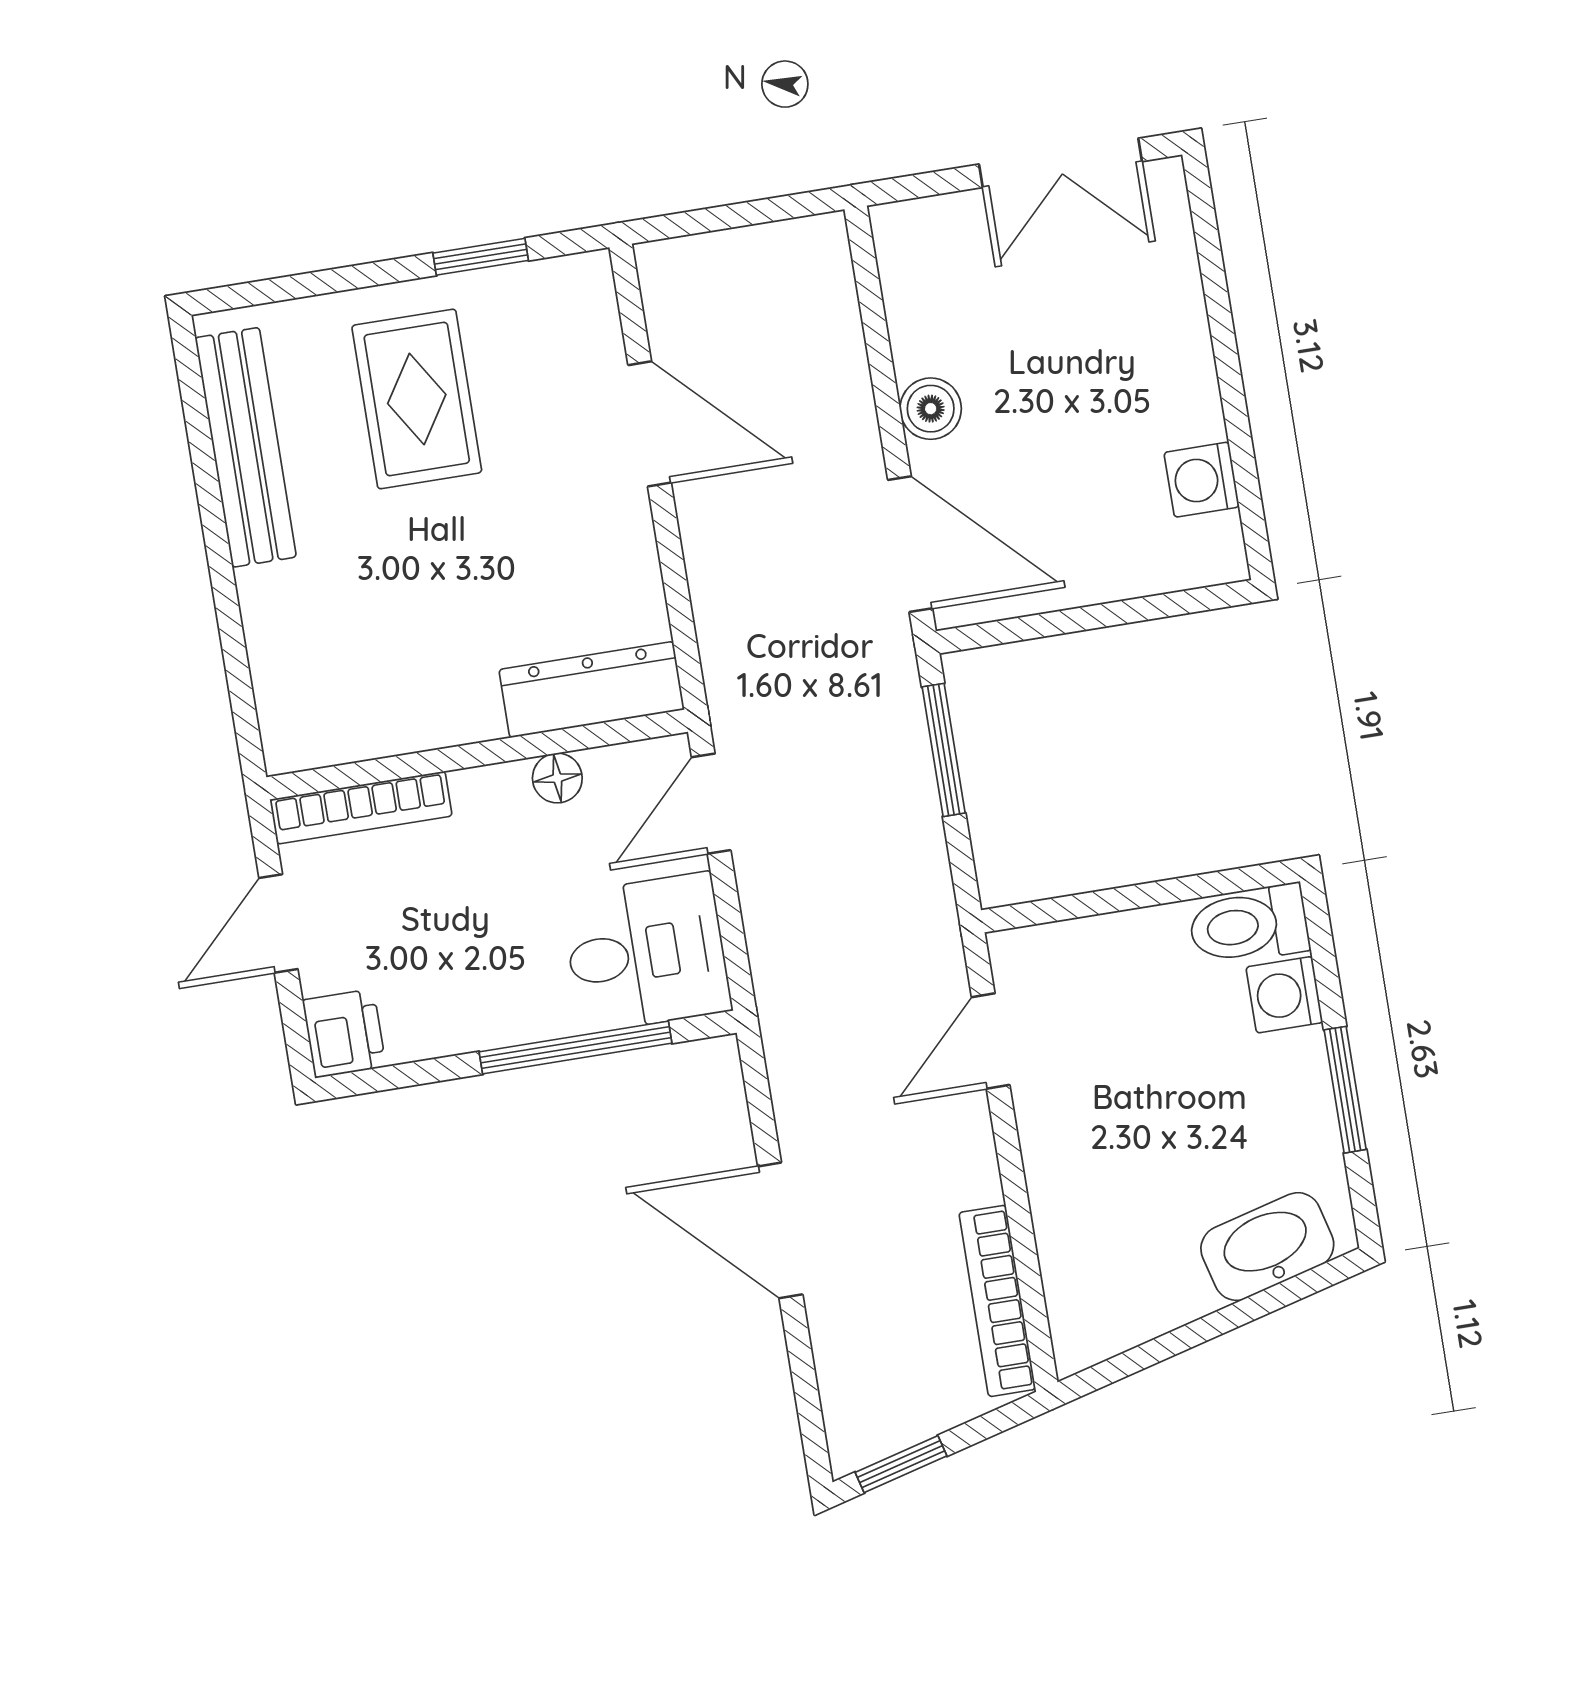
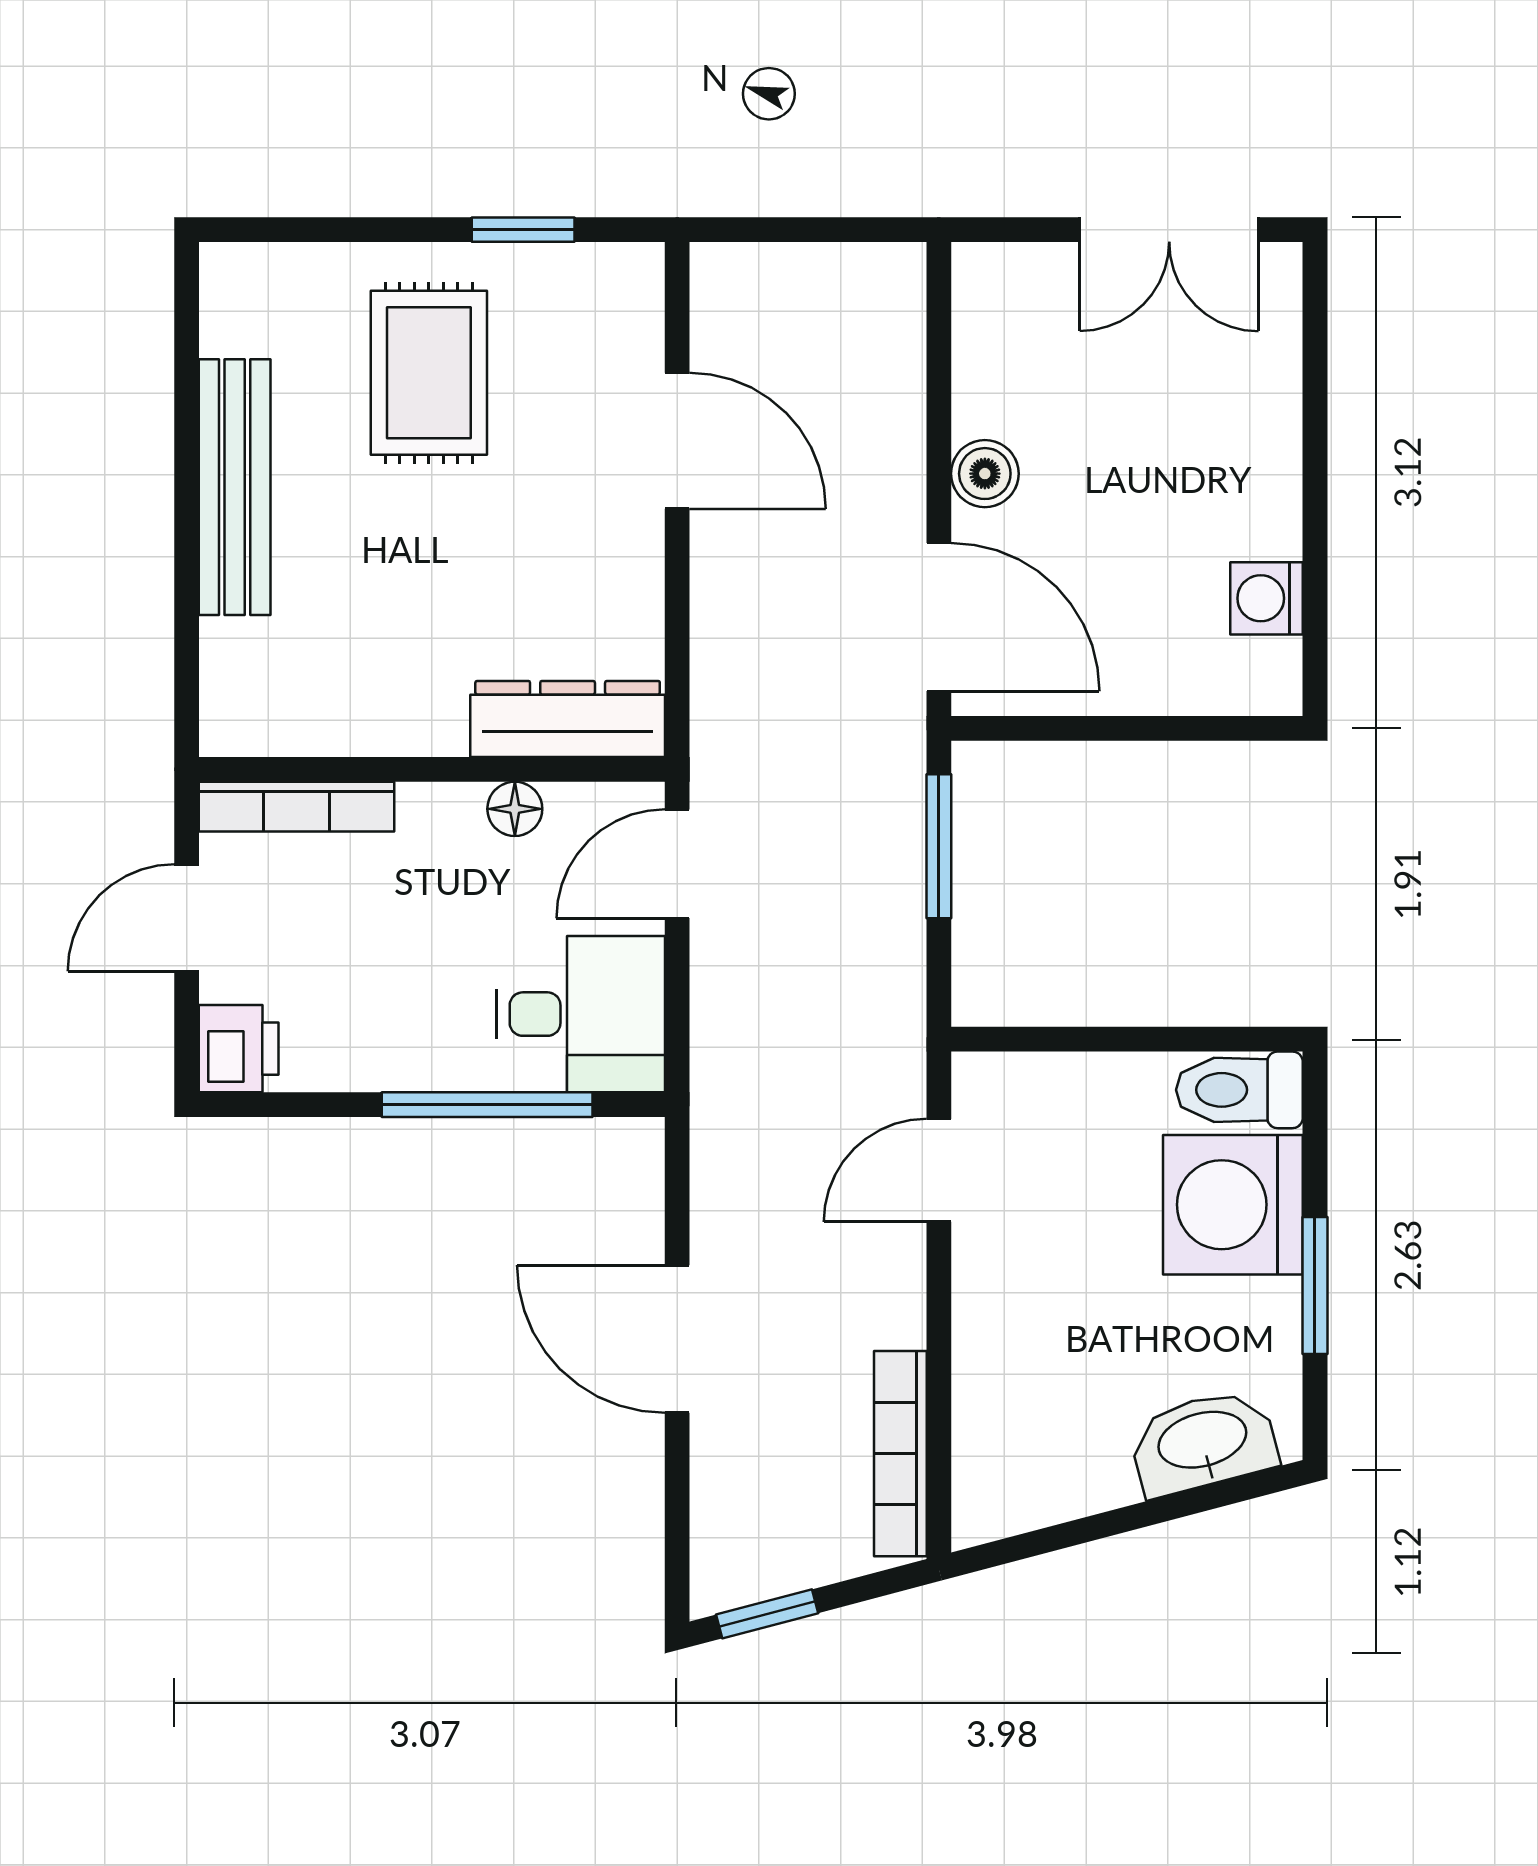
bench: (246, 447) -> (235, 487), moved
washing machine: (1284, 995) -> (1233, 1205), width x1.89, depth x1.89

